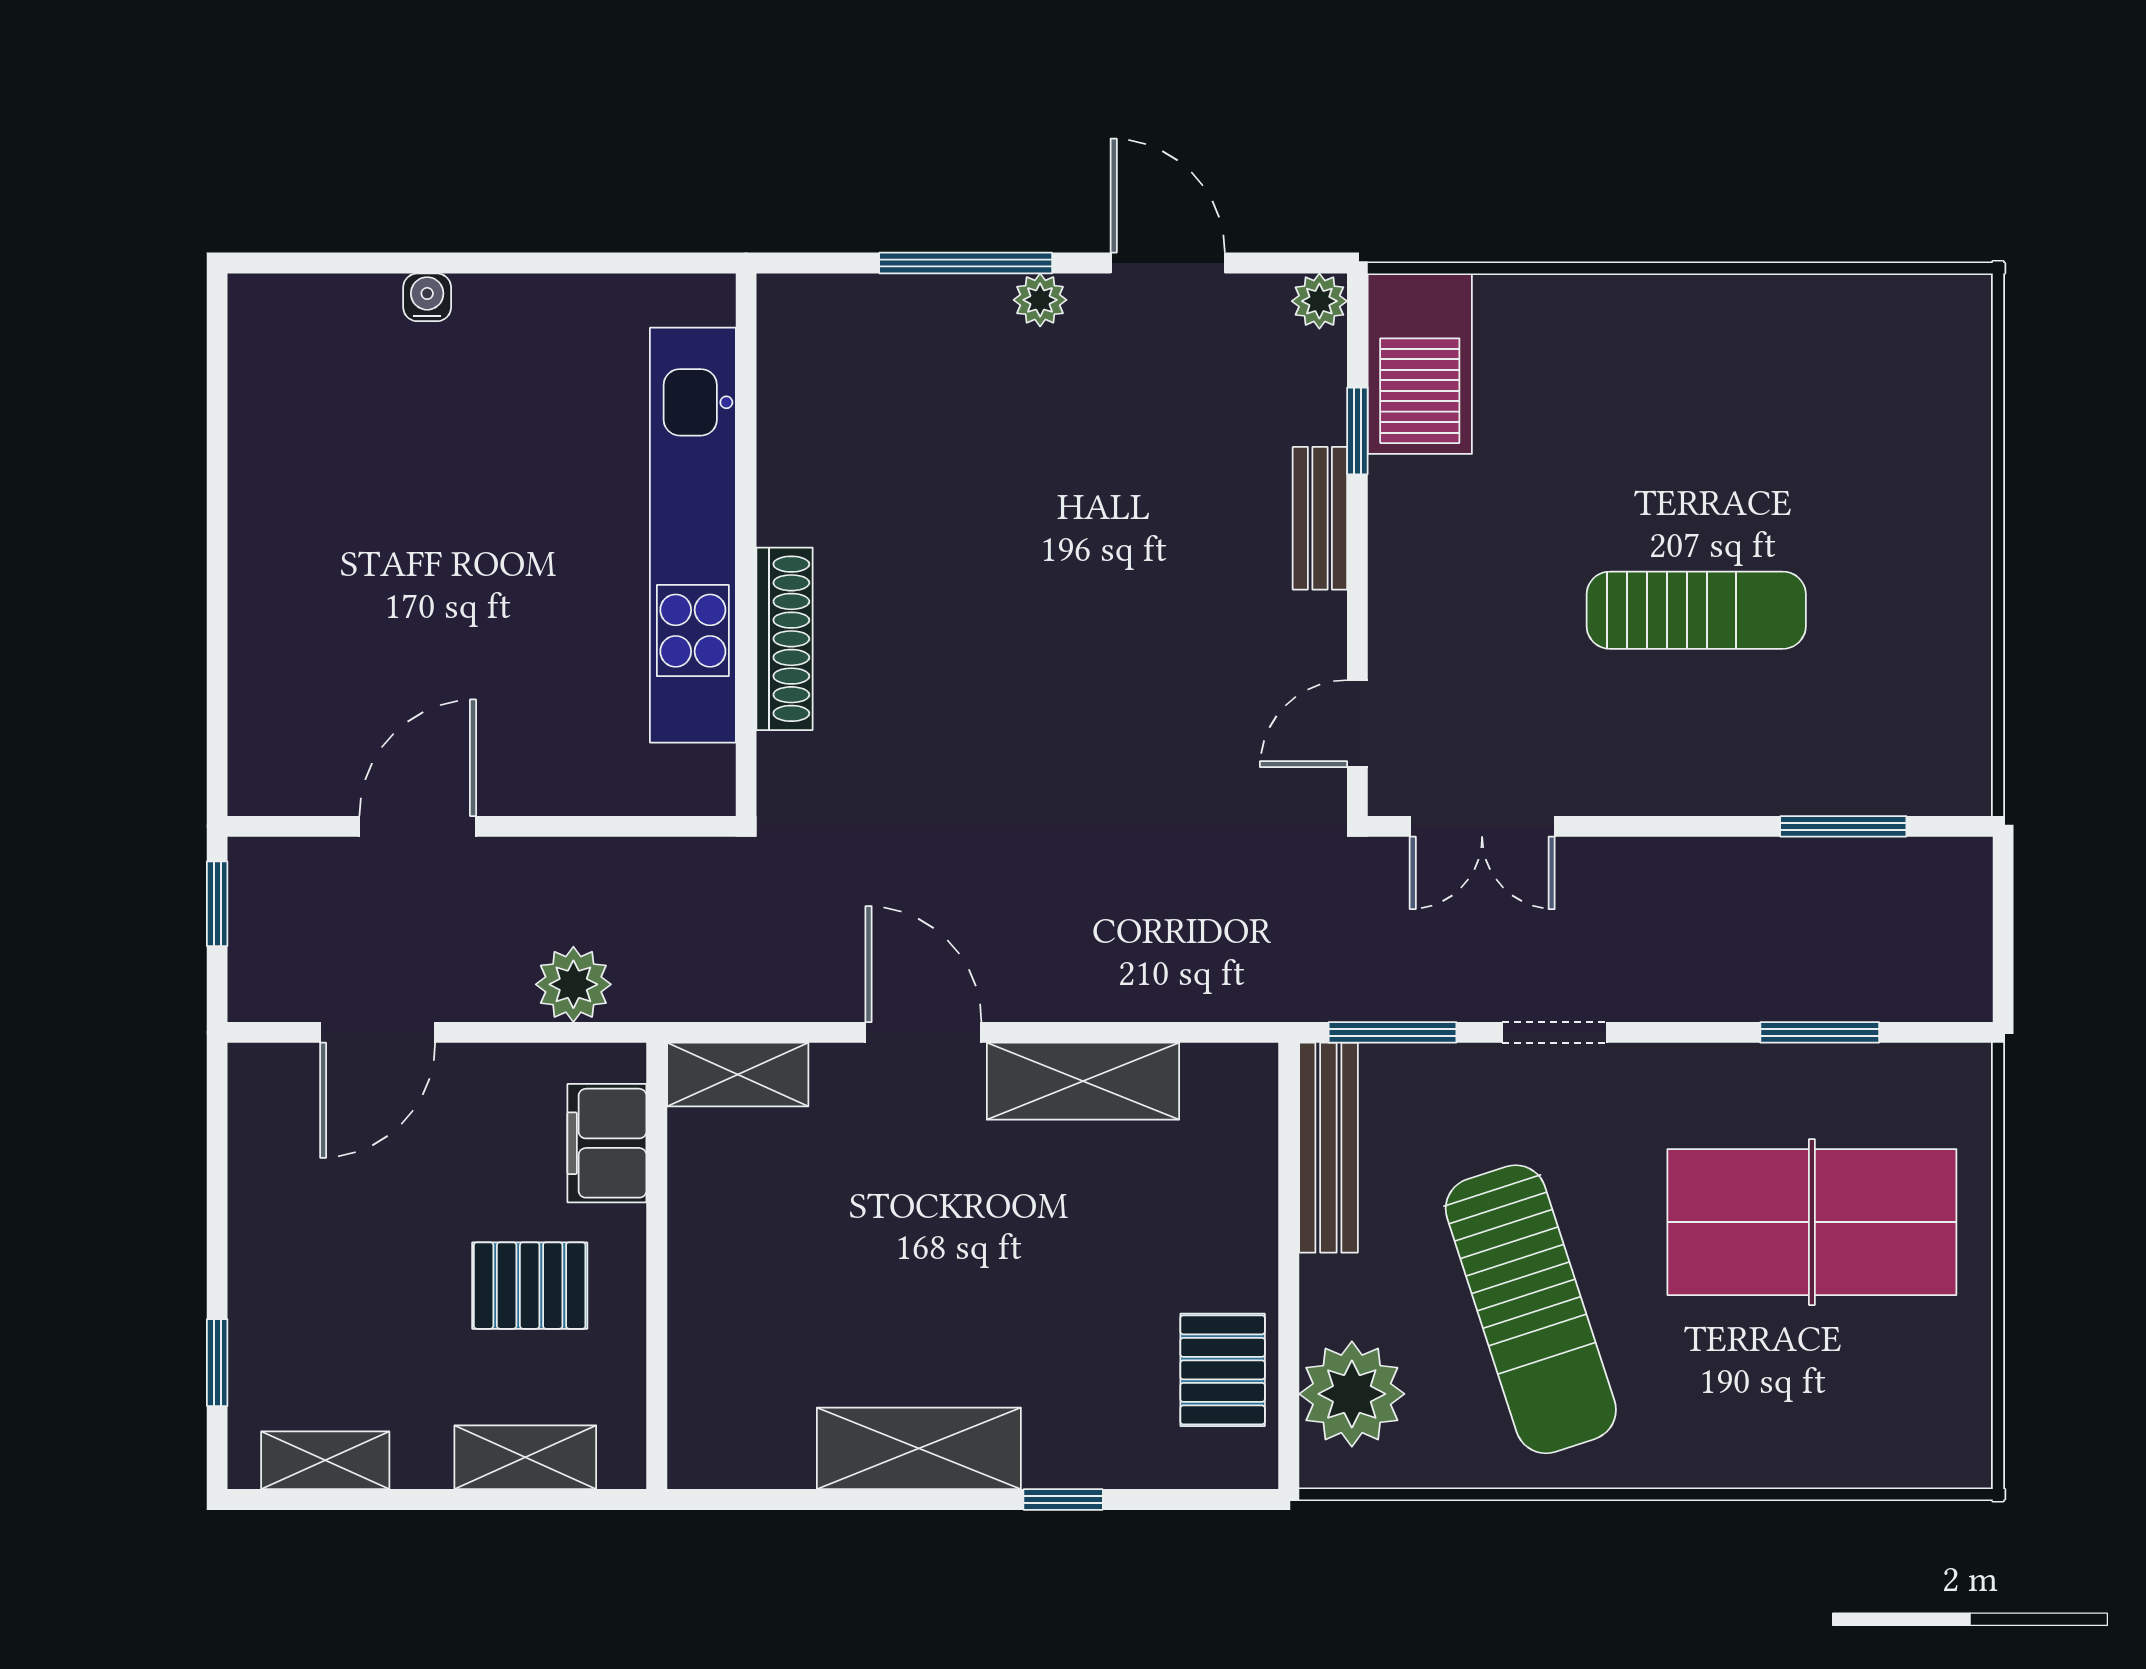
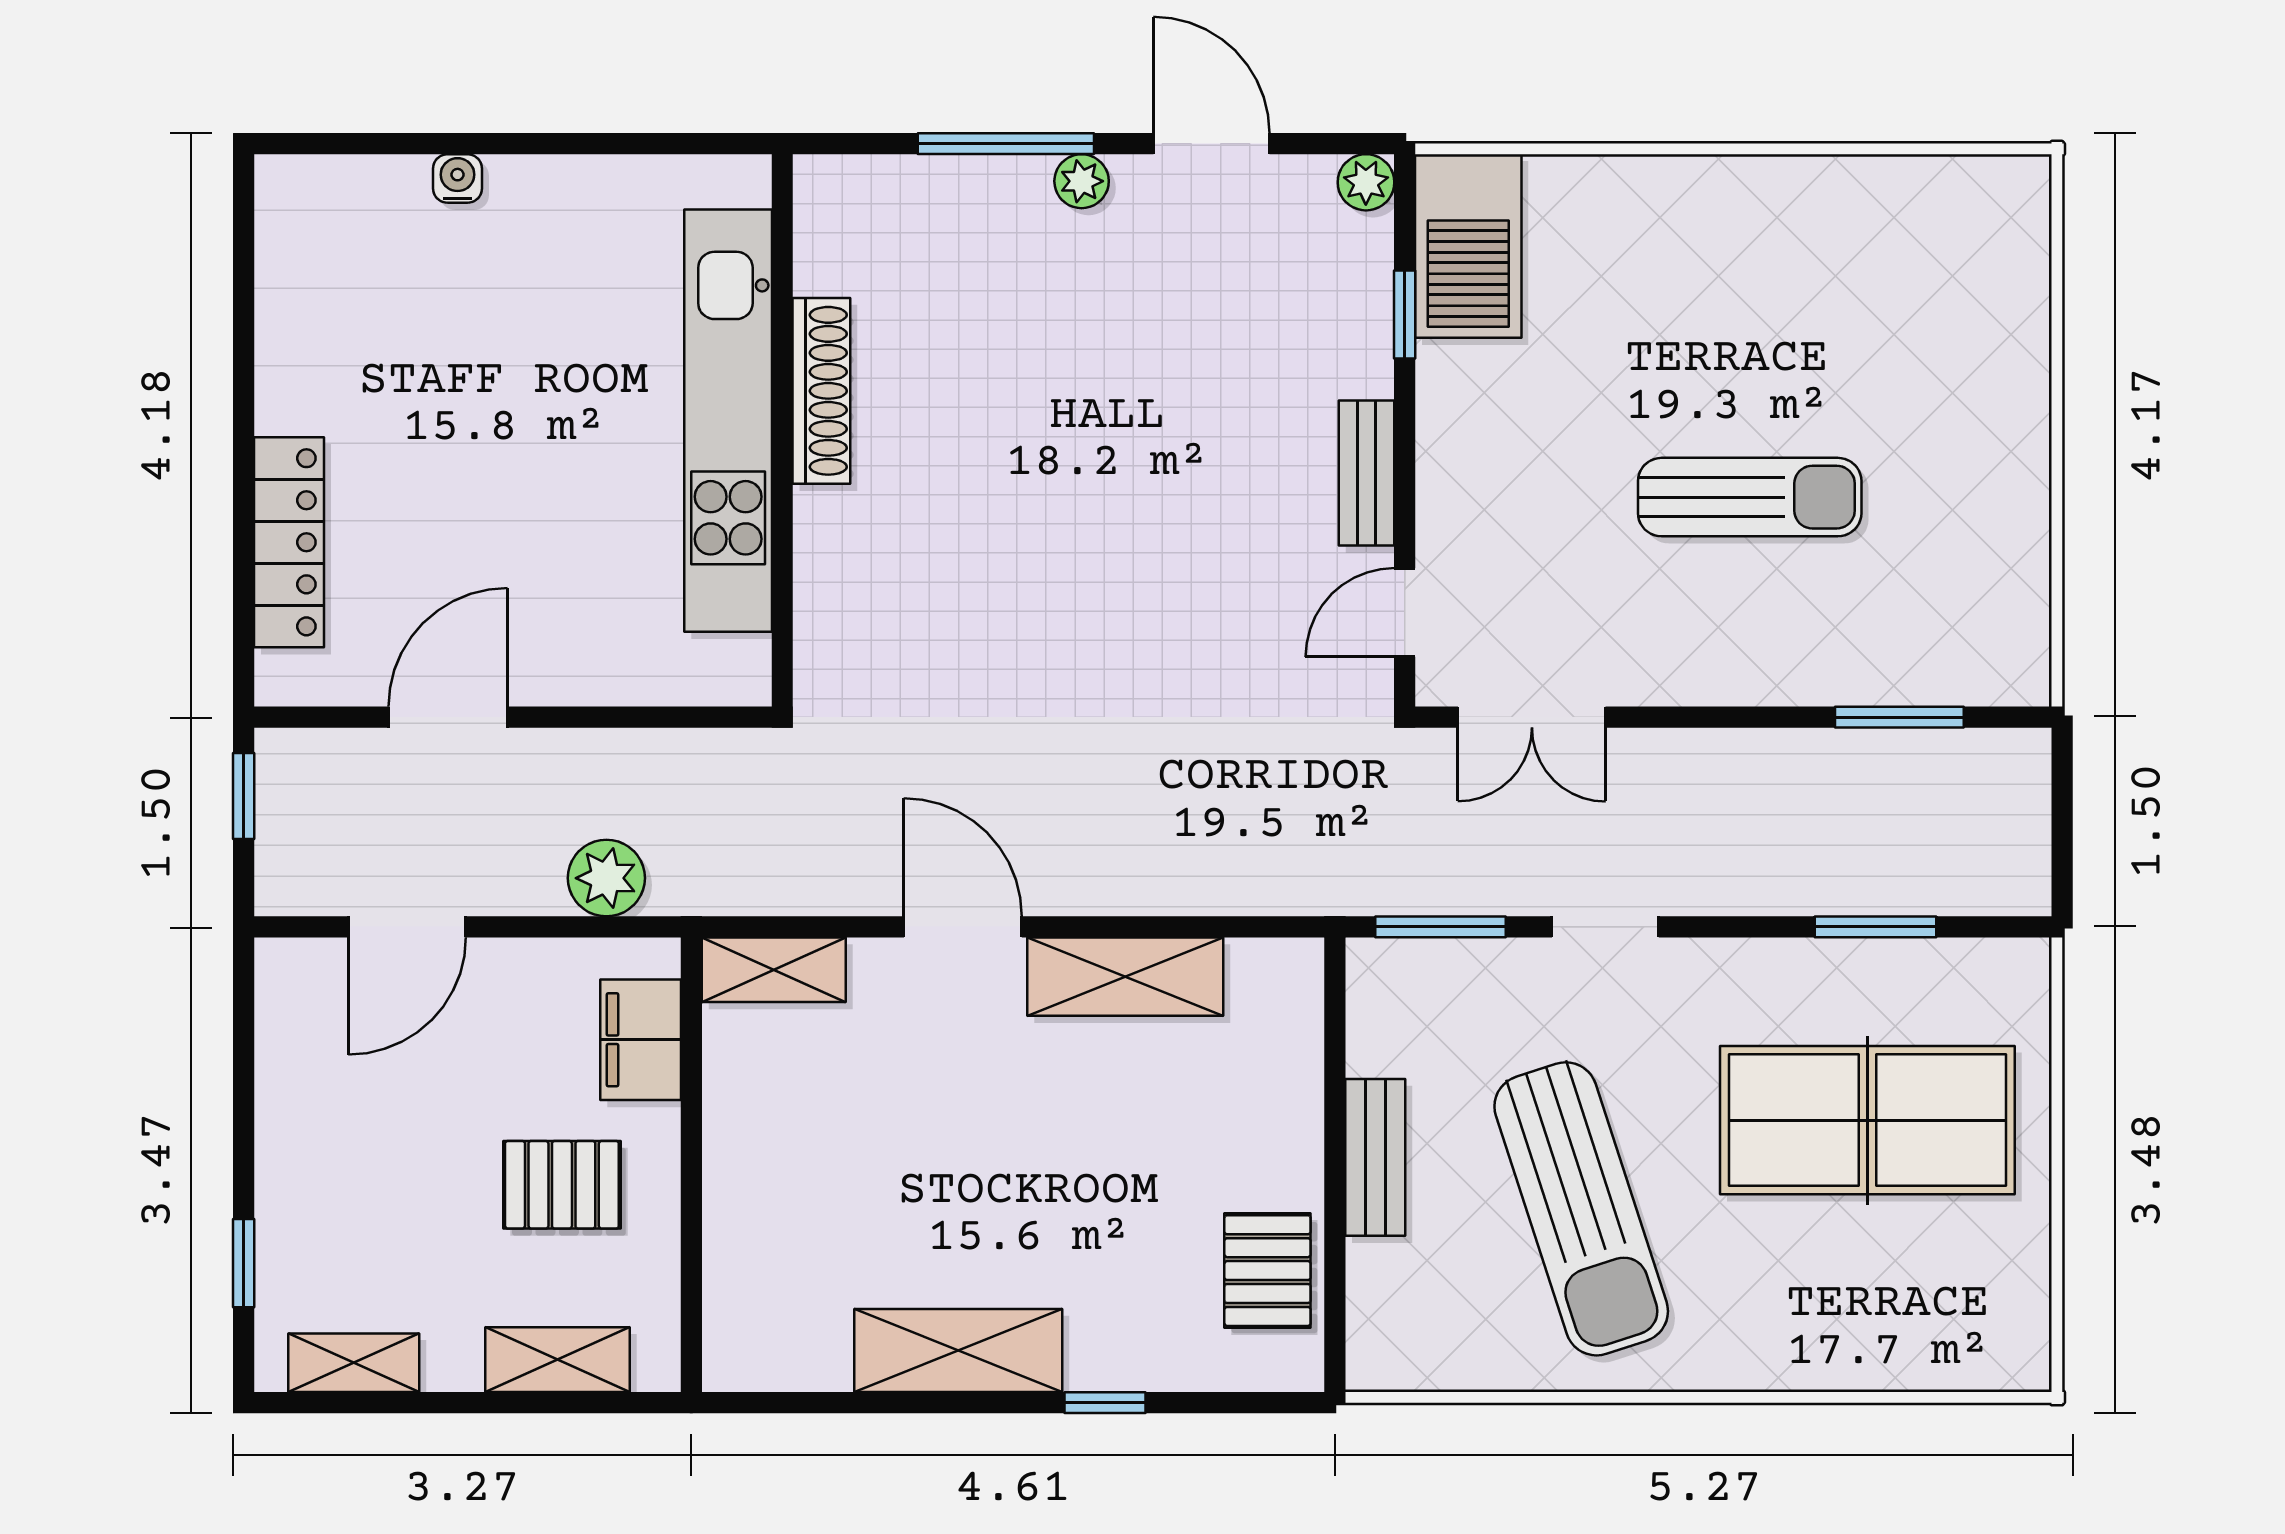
bench: (1320, 518) -> (1367, 473), moved
shoe rack: (785, 639) -> (821, 391), moved
locker: (262, 655) -> (289, 542), added
bench: (1328, 1148) -> (1375, 1157), moved, width x0.73
plant: (1352, 1394) -> (1399, 1295), removed

